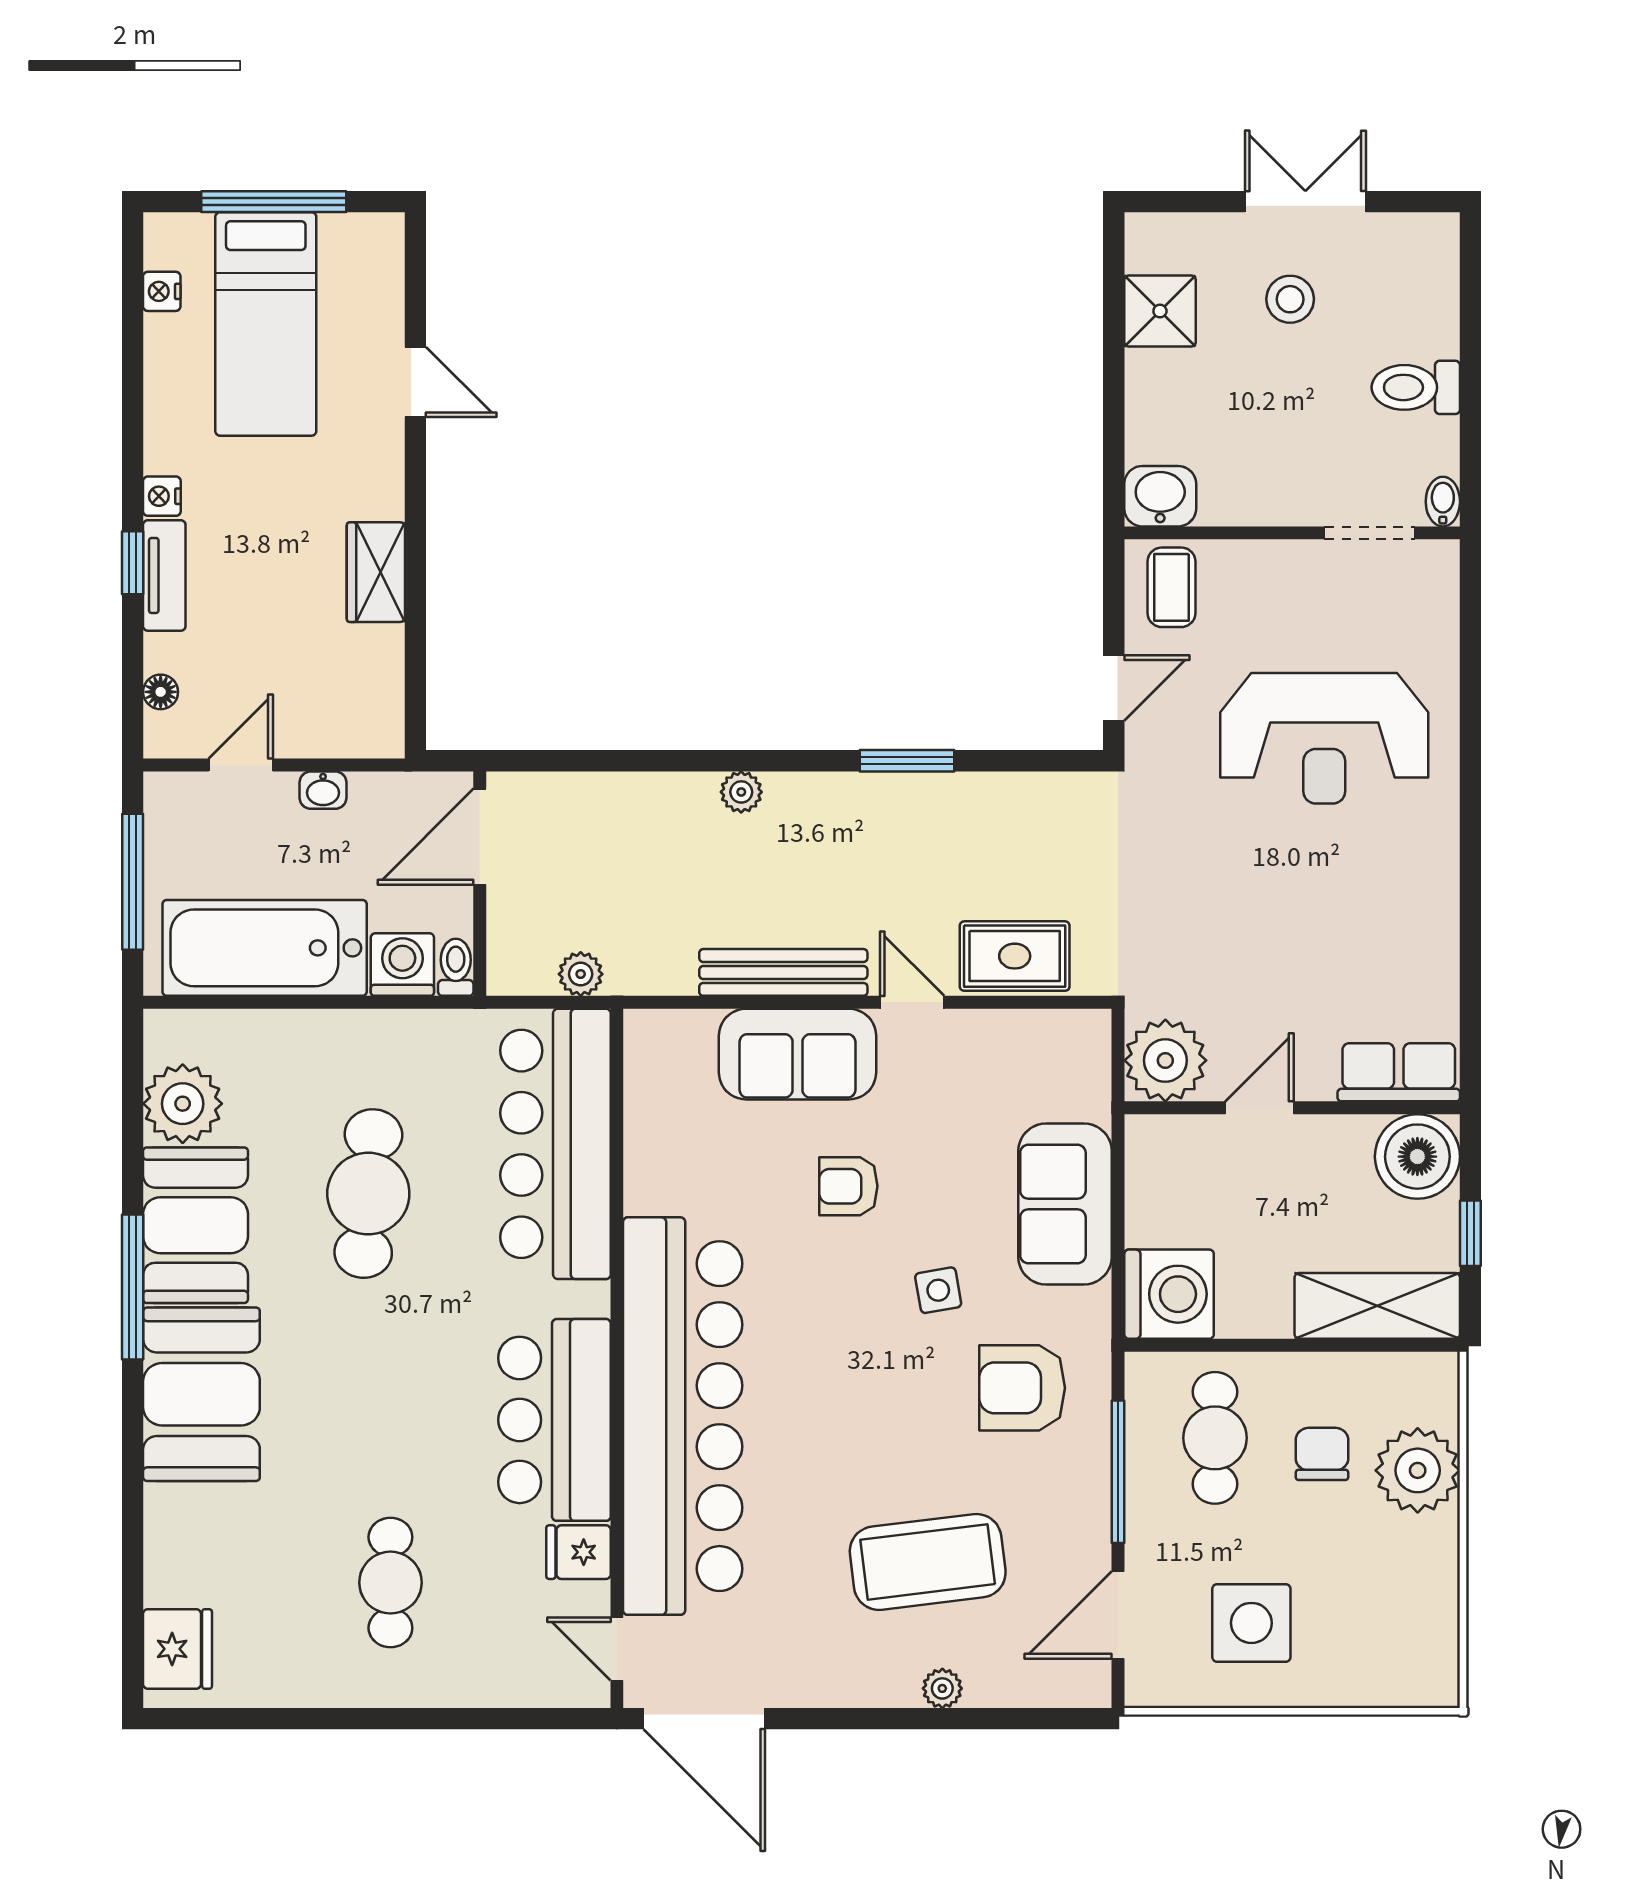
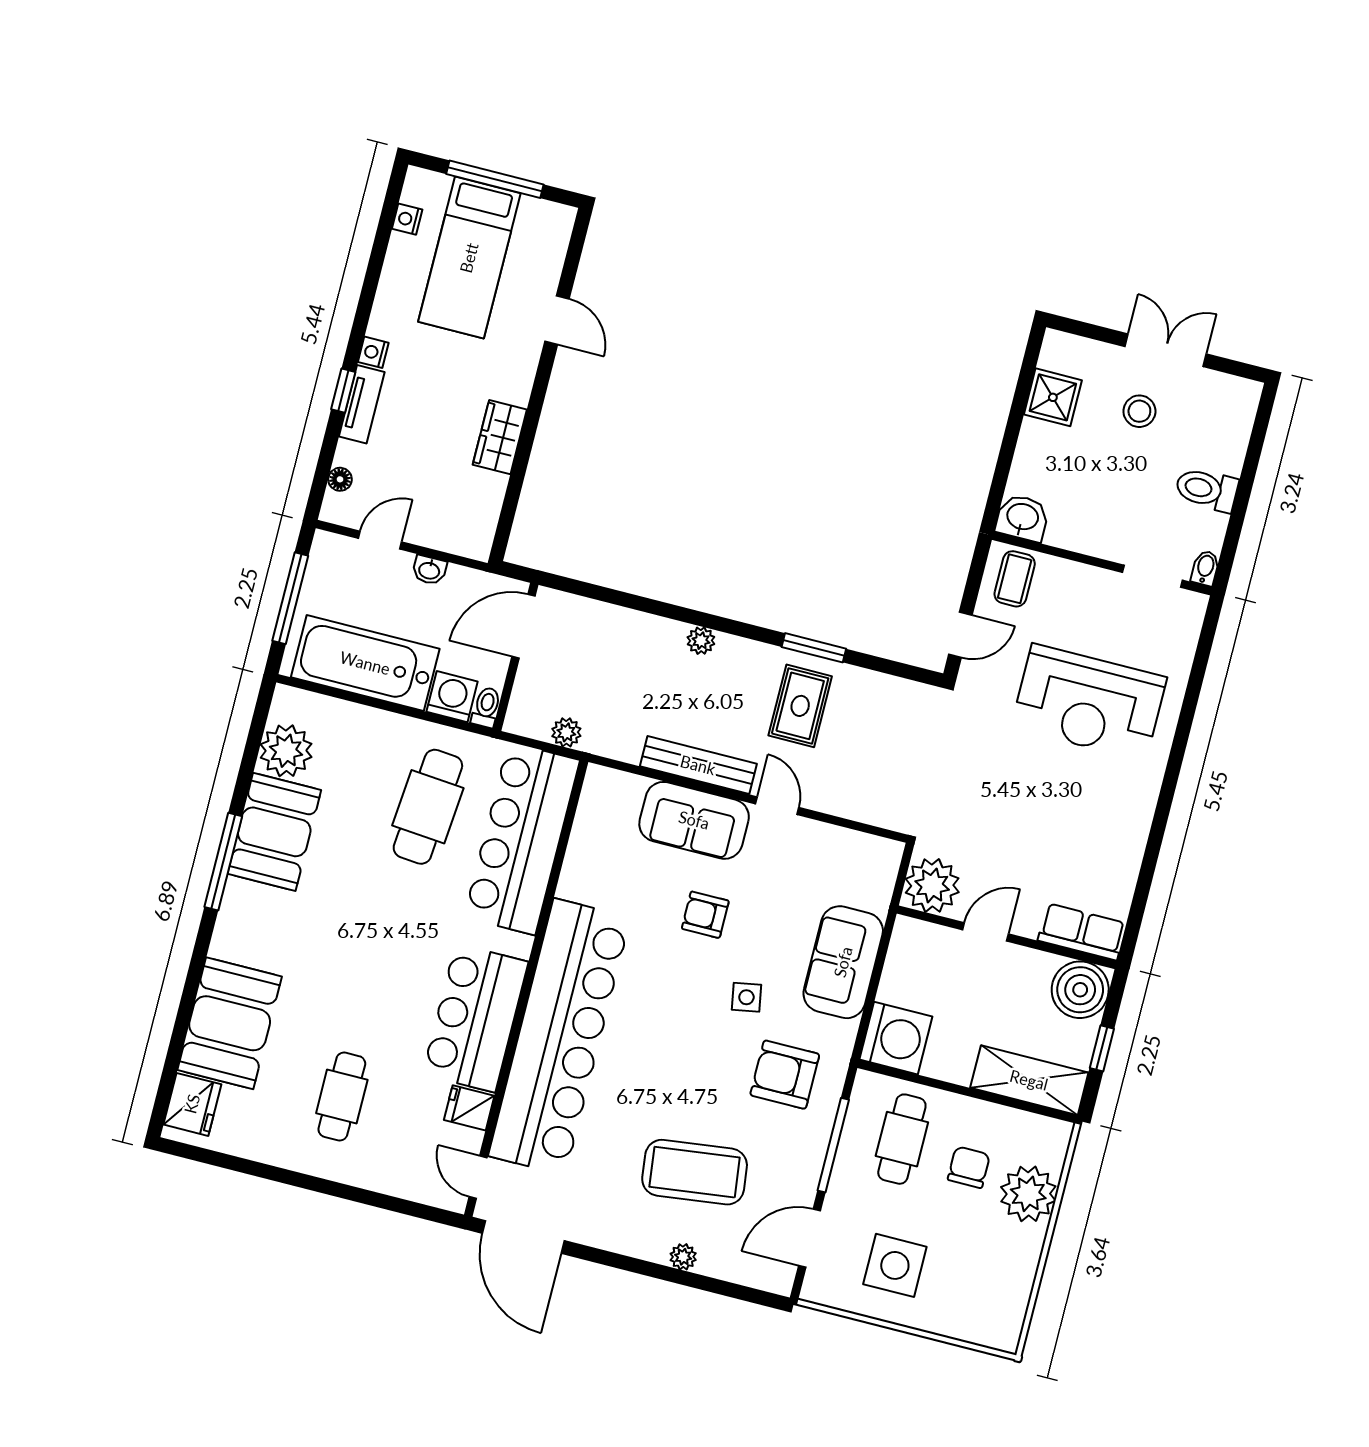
rug: (1015, 956) -> (800, 706), moved, turned 90
cafe table: (368, 1194) -> (428, 807), moved
booth: (201, 1394) -> (230, 1023), moved

